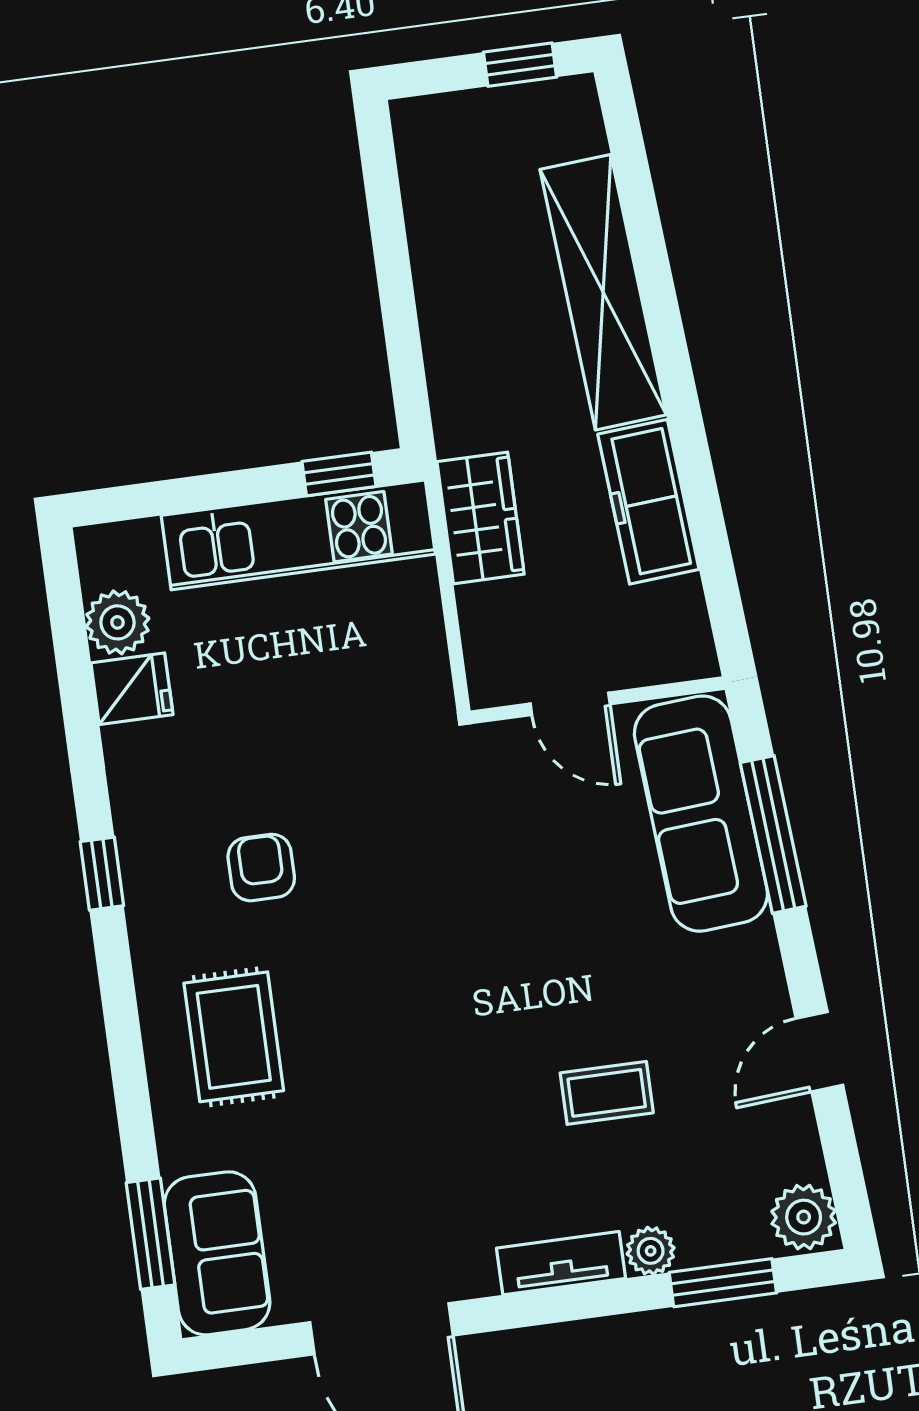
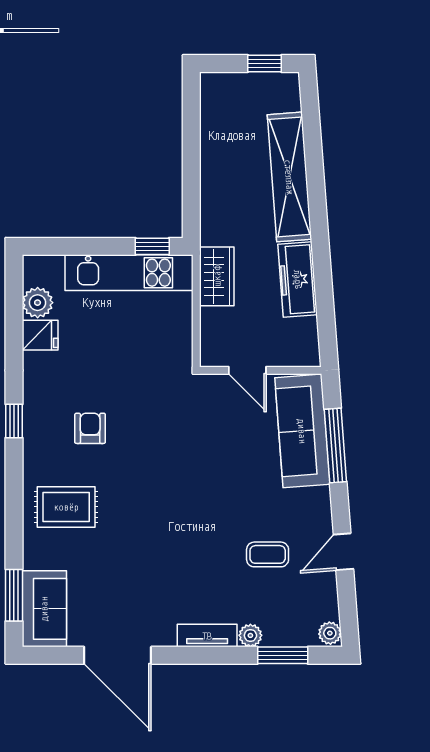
rug: (234, 1037) -> (66, 507), turned 90
coffee table: (607, 1093) -> (268, 554), moved
plant: (804, 1217) -> (330, 633), width x0.73, depth x0.73

